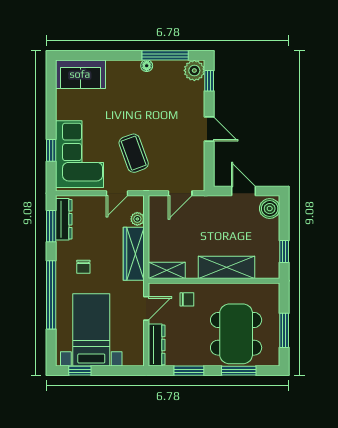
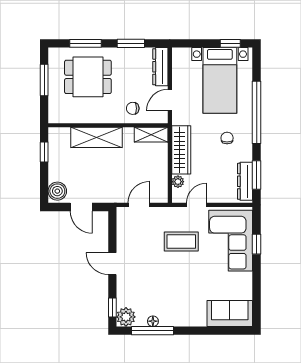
floor lamp: (147, 66) -> (153, 321), moved
coffee table: (134, 153) -> (181, 242), turned -70
dining table: (236, 334) -> (88, 77), width x0.73

